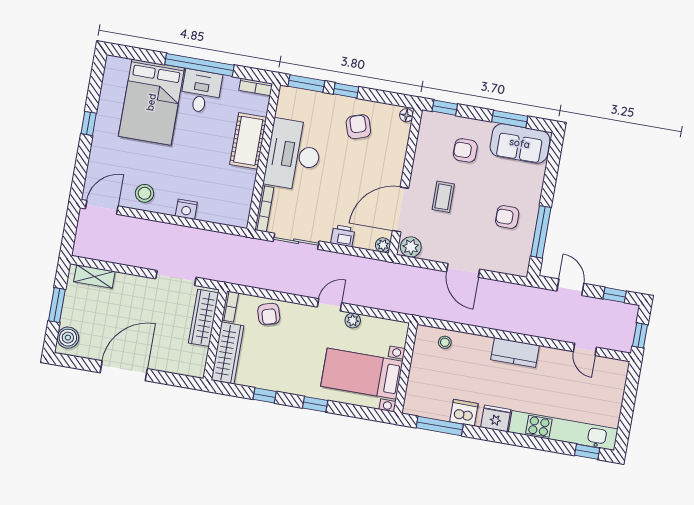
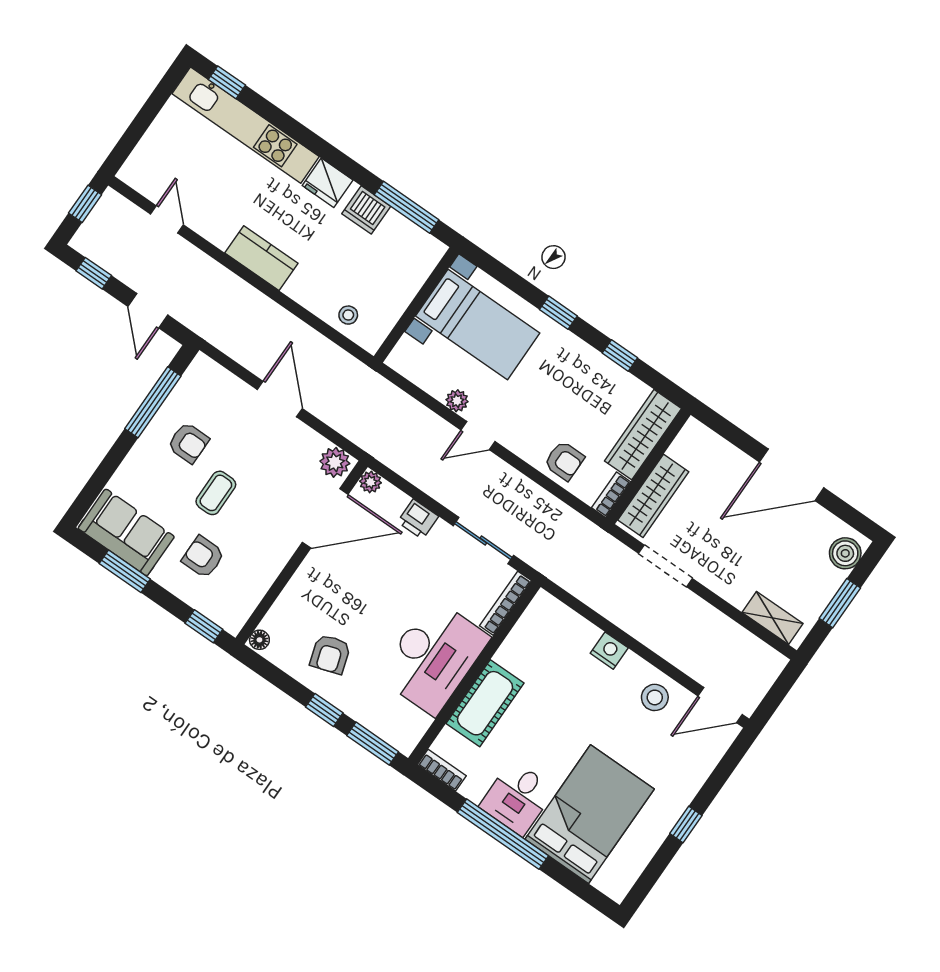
armchair: (465, 150) -> (203, 557), turned 180
coffee table: (443, 197) -> (216, 493), moved
armchair: (269, 314) -> (564, 461), turned 107

